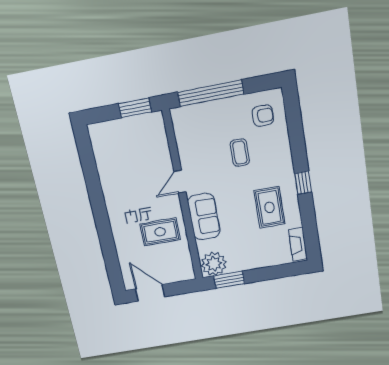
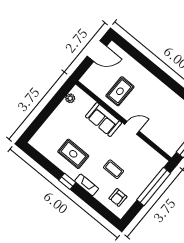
door: (180, 182) -> (132, 128), hinge flipped
fireplace: (298, 244) -> (87, 185), moved
plant: (214, 264) -> (70, 98), width x0.53, depth x0.53
window: (229, 280) -> (60, 96), removed

